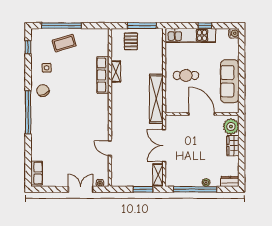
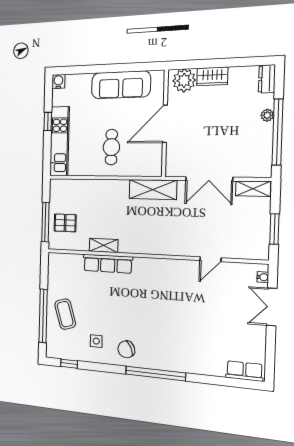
window: (142, 26) -> (45, 222), moved
shelving: (156, 99) -> (153, 190), width x0.68
window: (143, 189) -> (274, 229), moved

